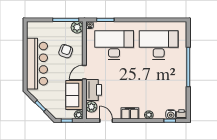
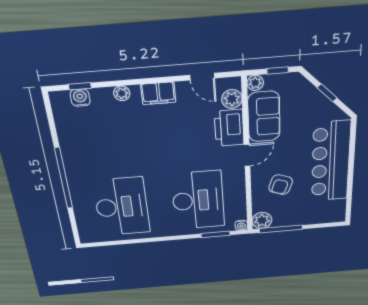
desk: (114, 45) -> (198, 200), turned -90
desk: (159, 45) -> (122, 207), turned -90
printer: (181, 114) -> (60, 99), removed

